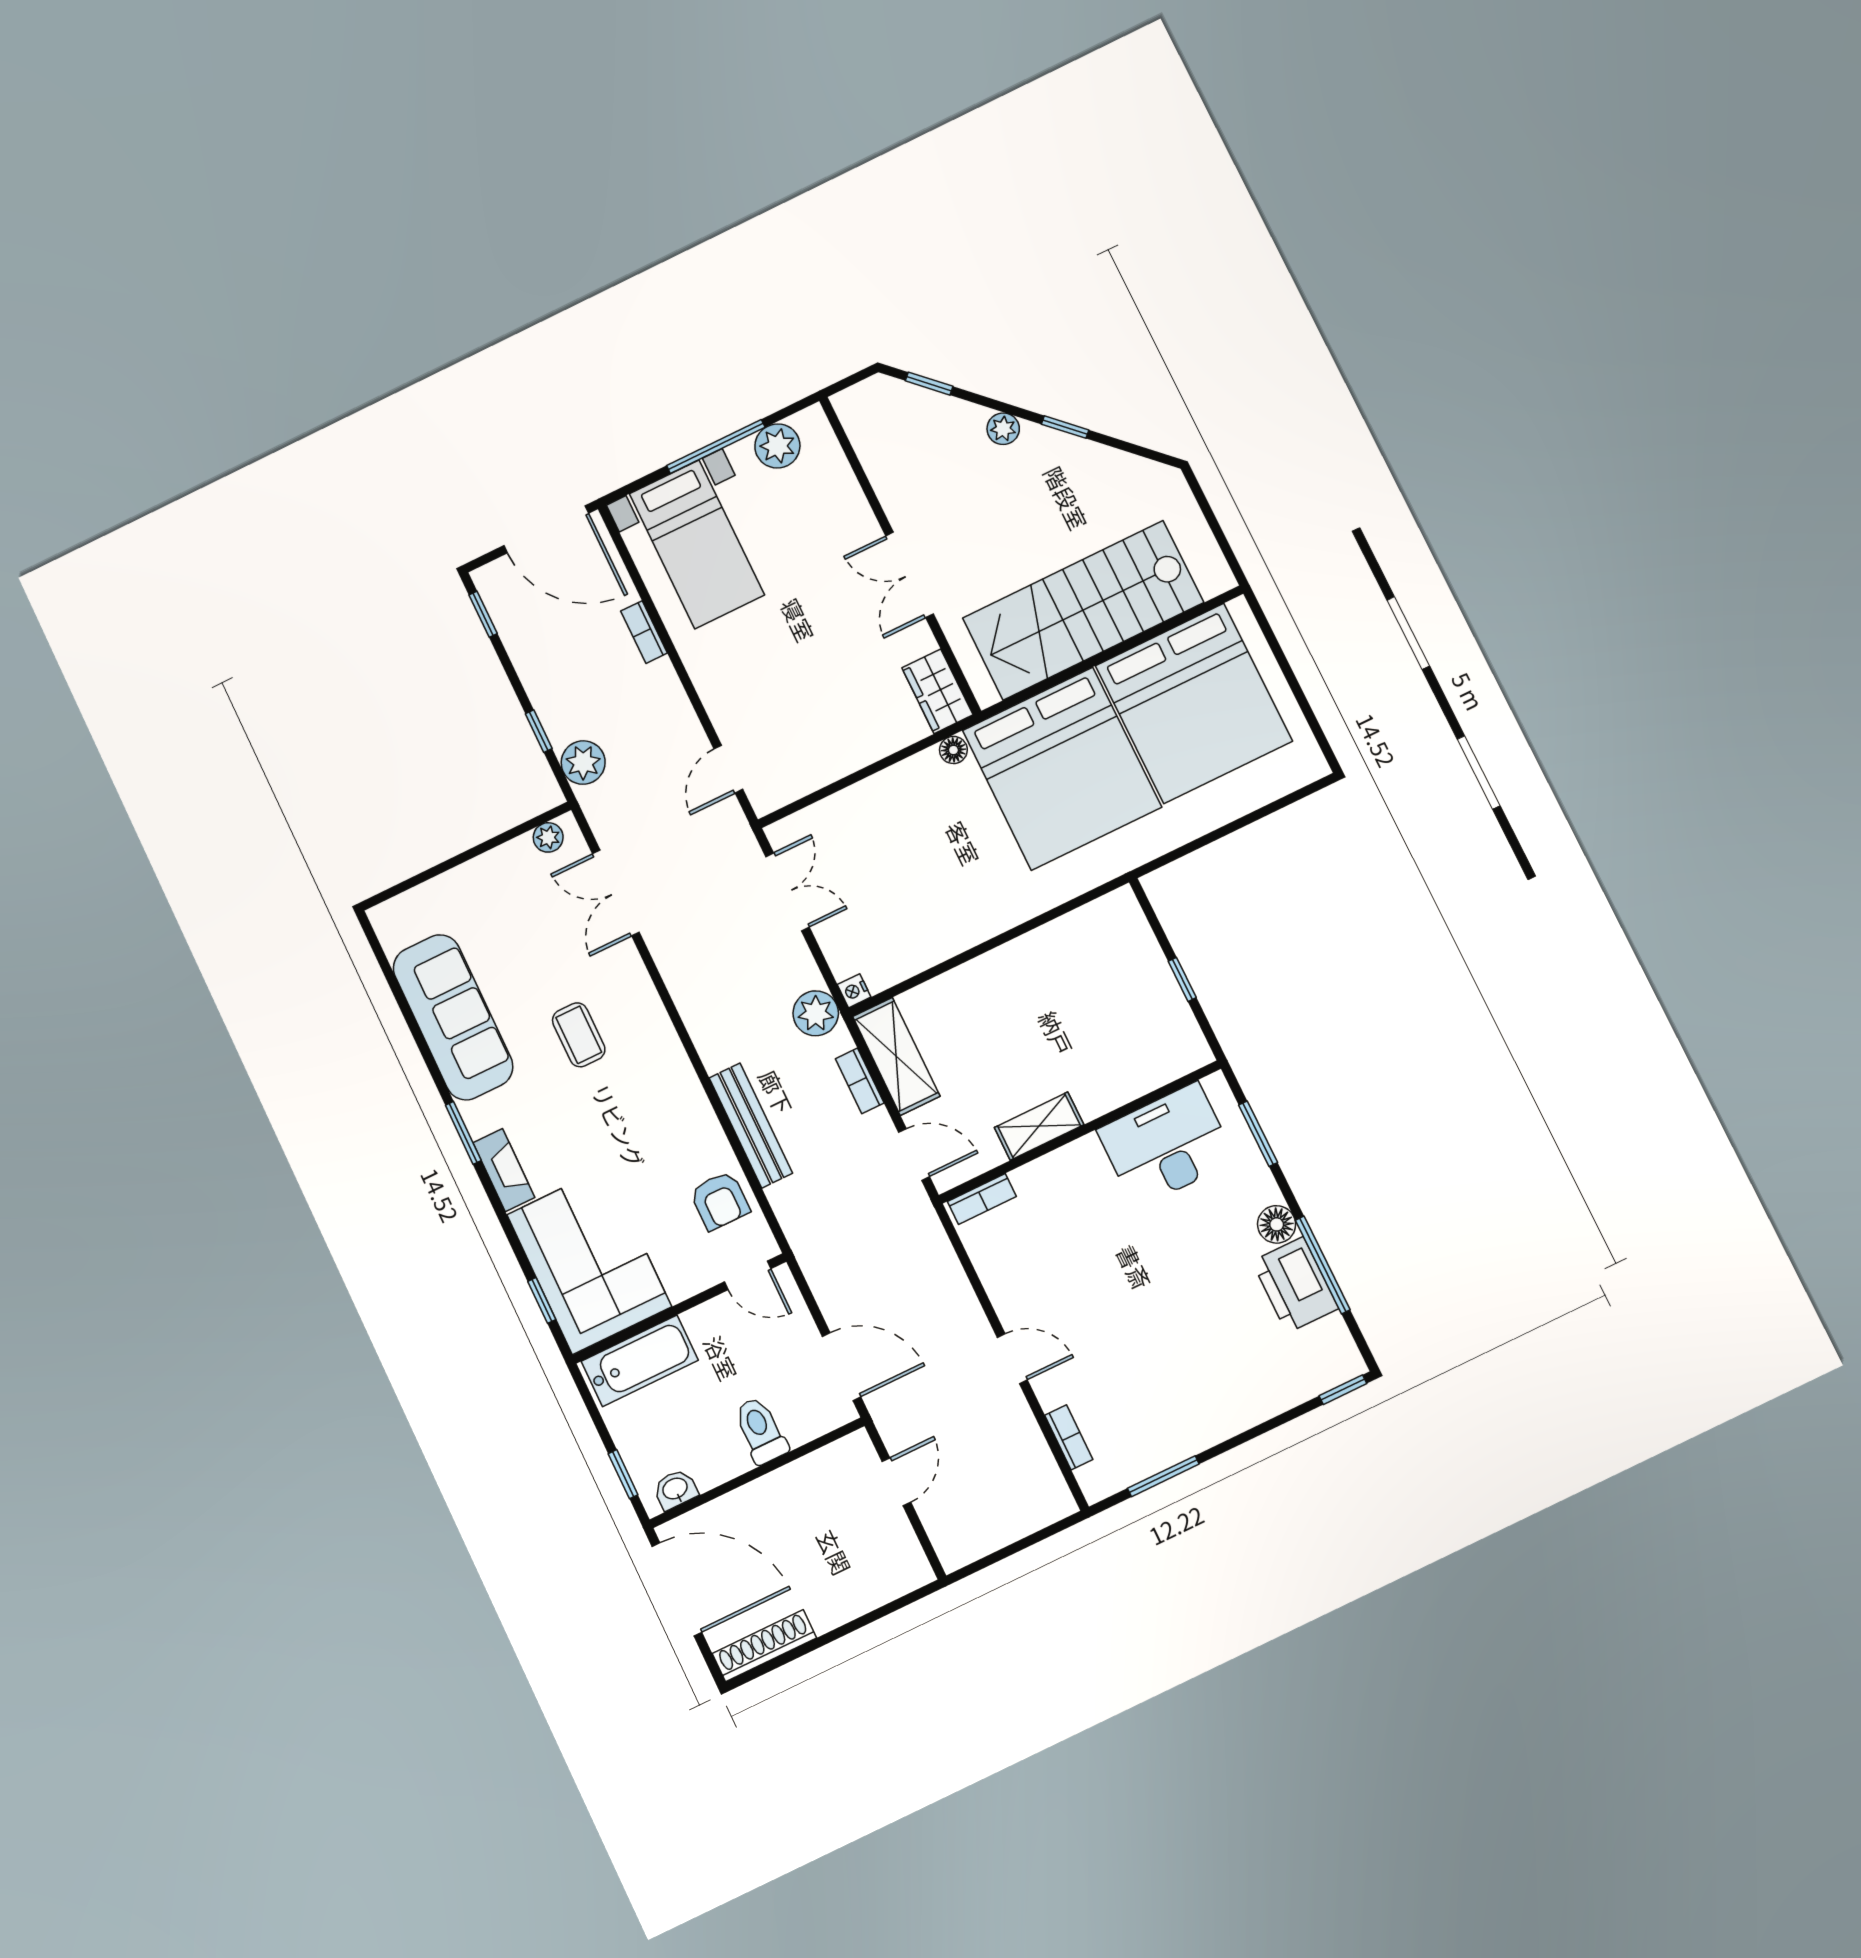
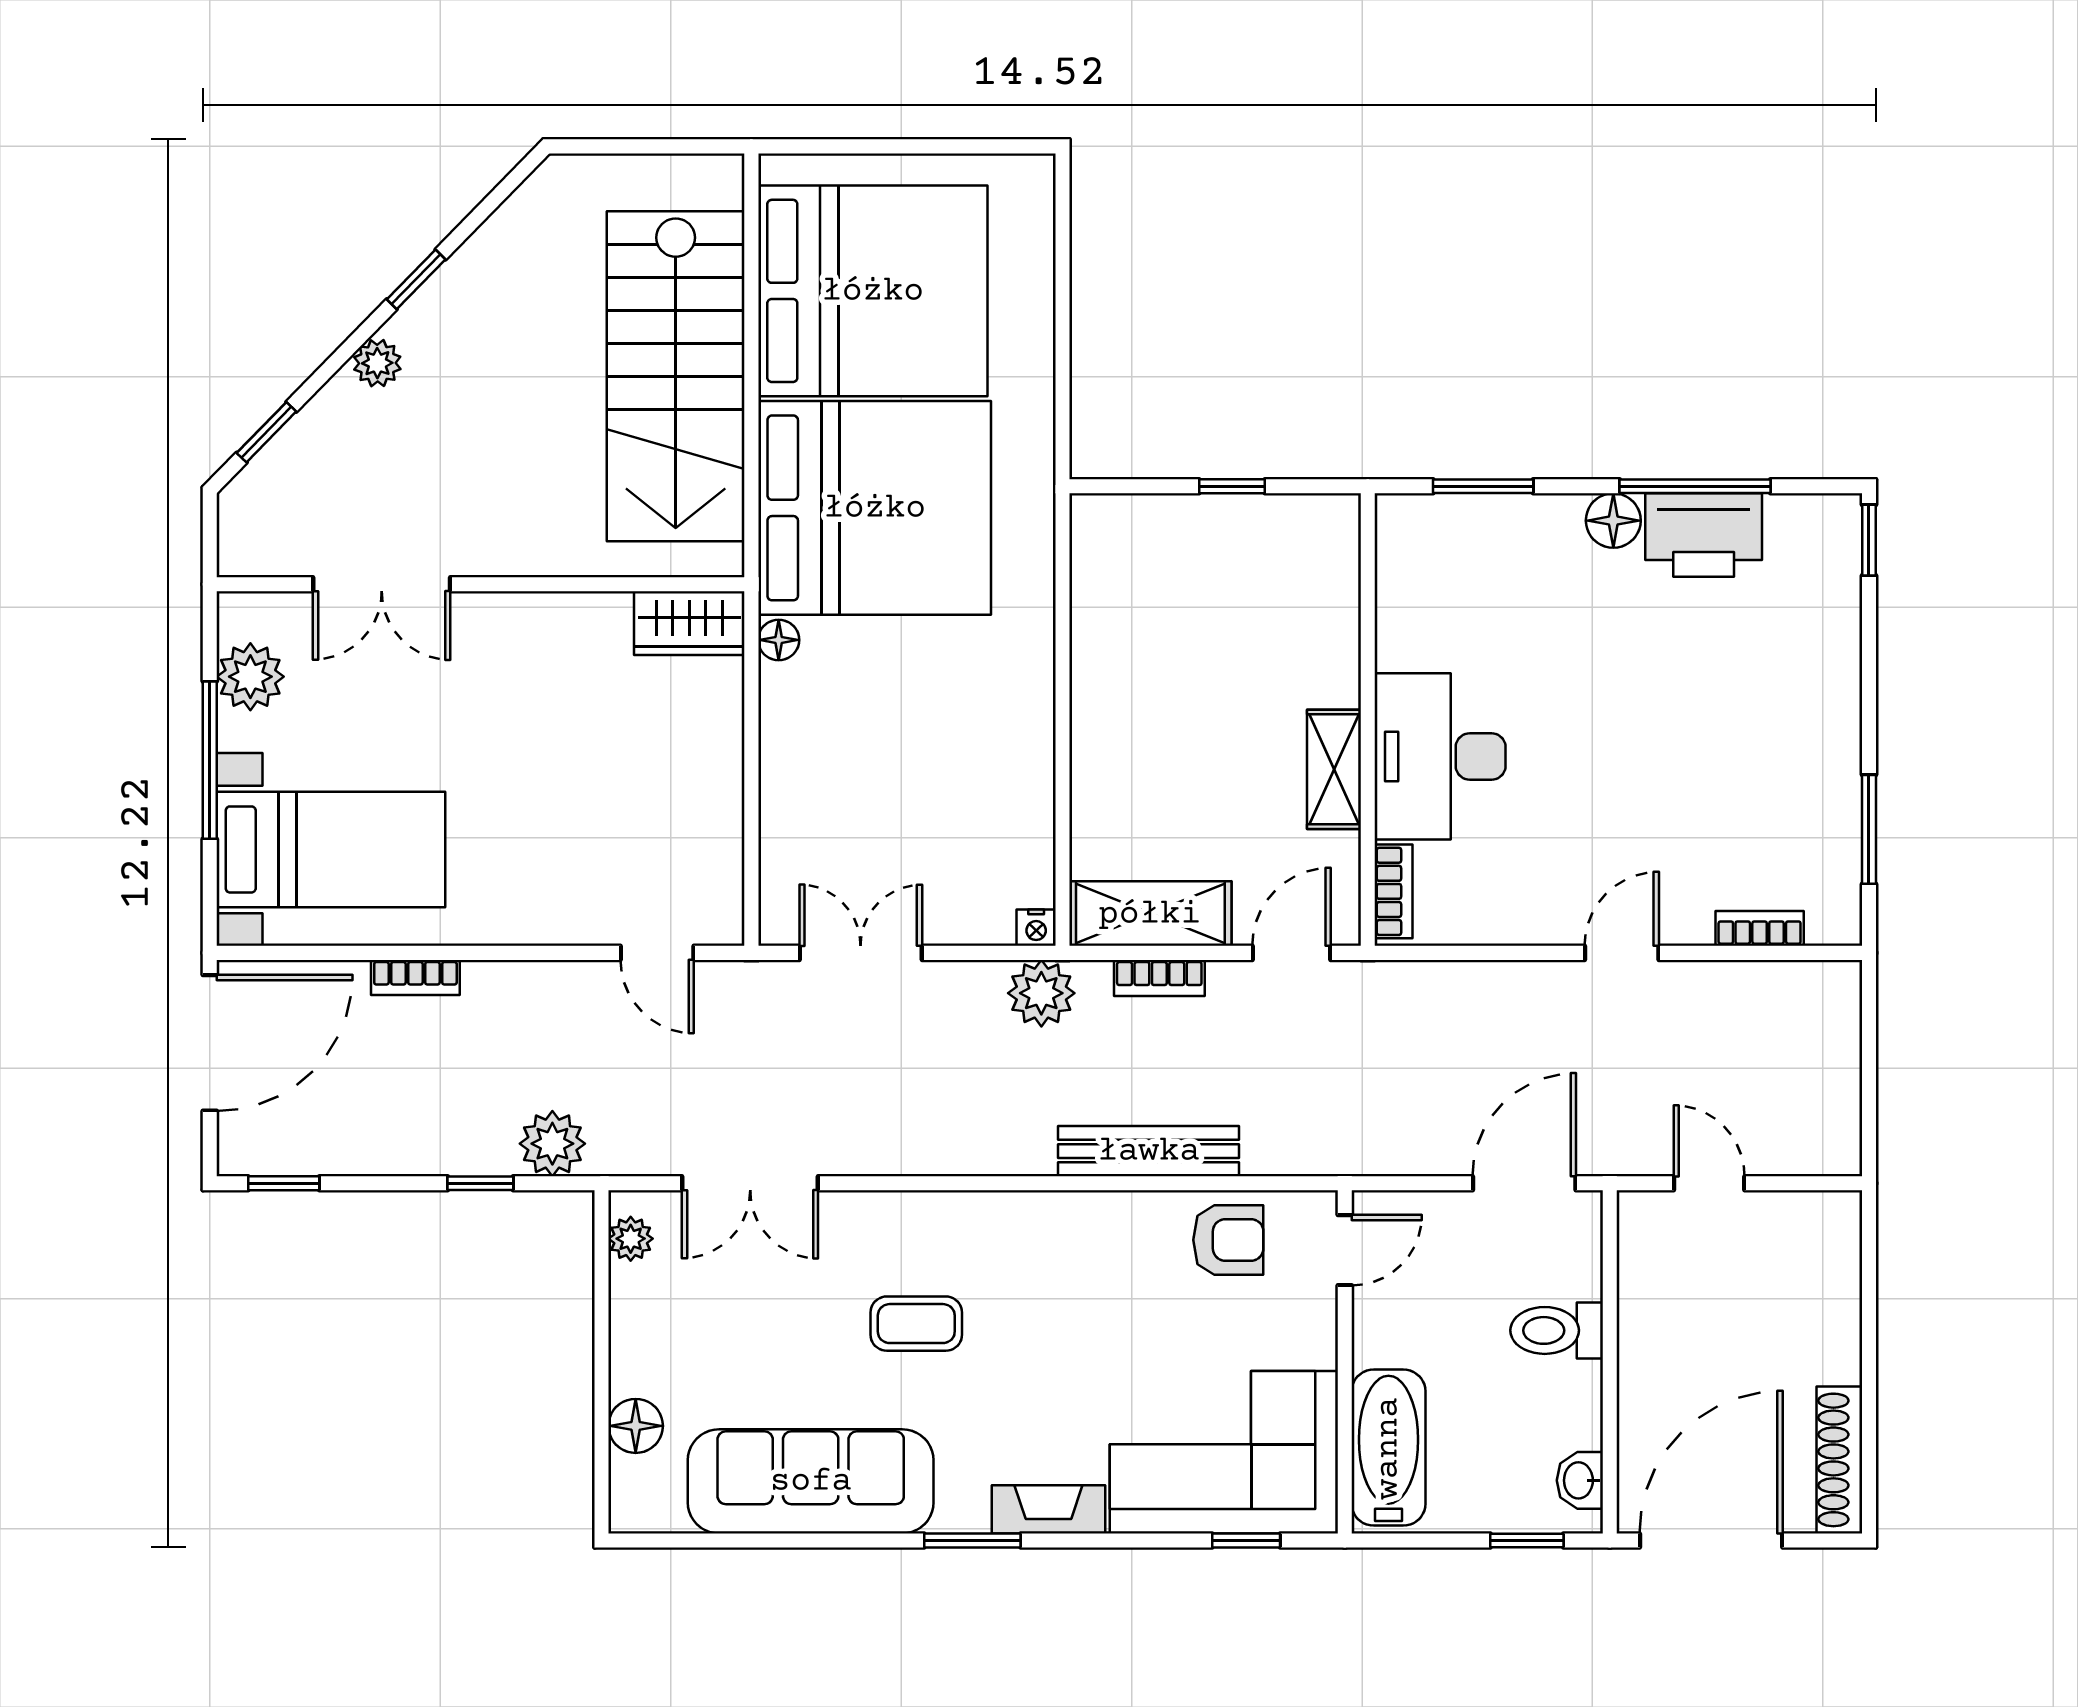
double door: (910, 575) -> (382, 584), moved
floor lamp: (437, 895) -> (636, 1426), added
desk: (1166, 1145) -> (1440, 756), moved

